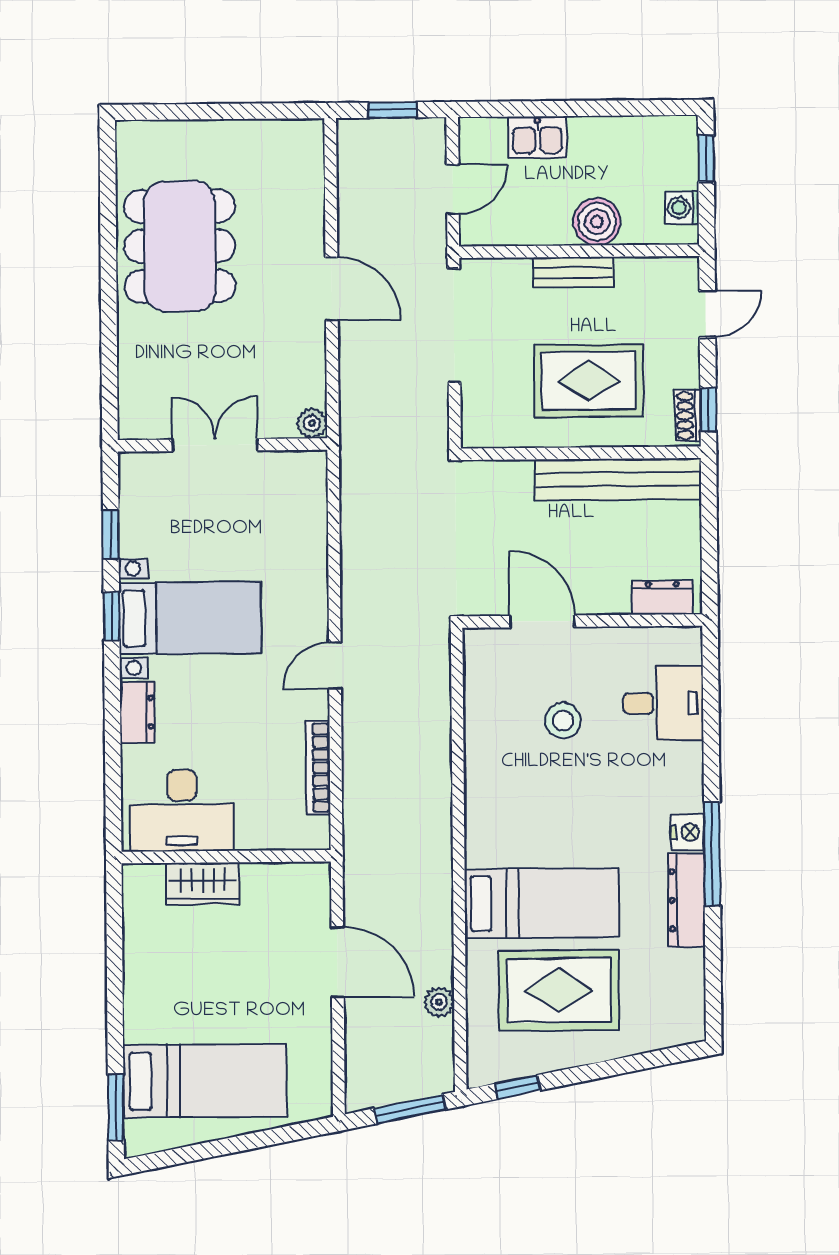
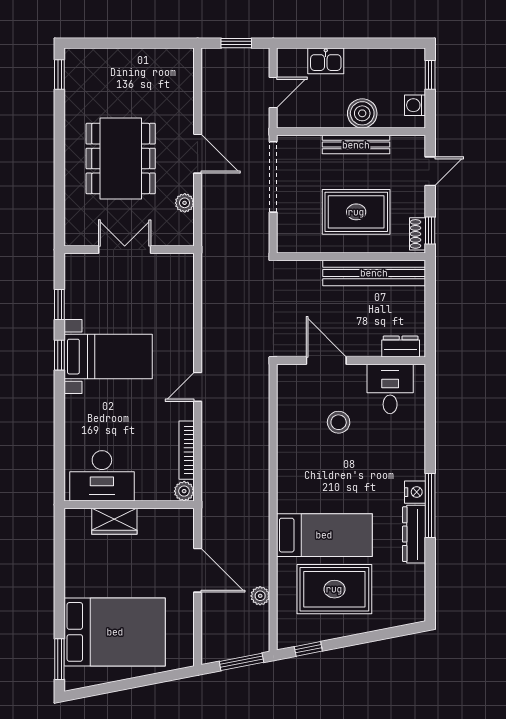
window: (108, 163) -> (59, 74), added
dining table: (180, 246) -> (121, 159), moved
bench: (573, 272) -> (356, 145), width x1.36
plant: (312, 423) -> (185, 203), moved
desk: (663, 703) -> (390, 389), moved, turned -90
dresser: (137, 712) -> (75, 415), removed
plant: (315, 834) -> (184, 491), added
bed: (205, 1081) -> (115, 632), width x1.50

